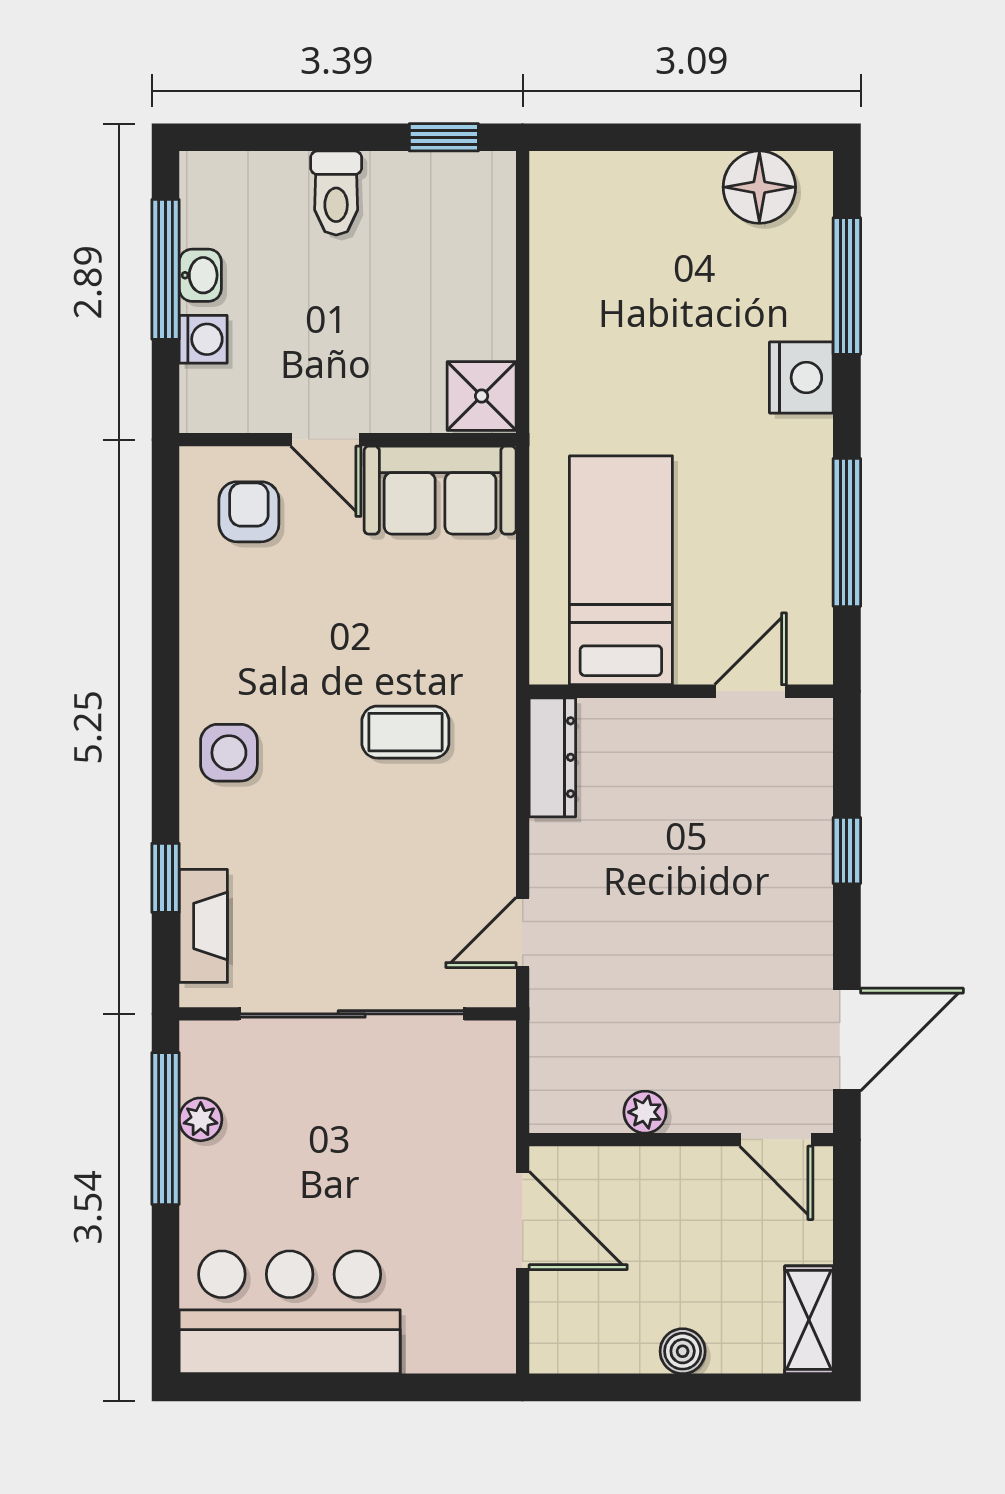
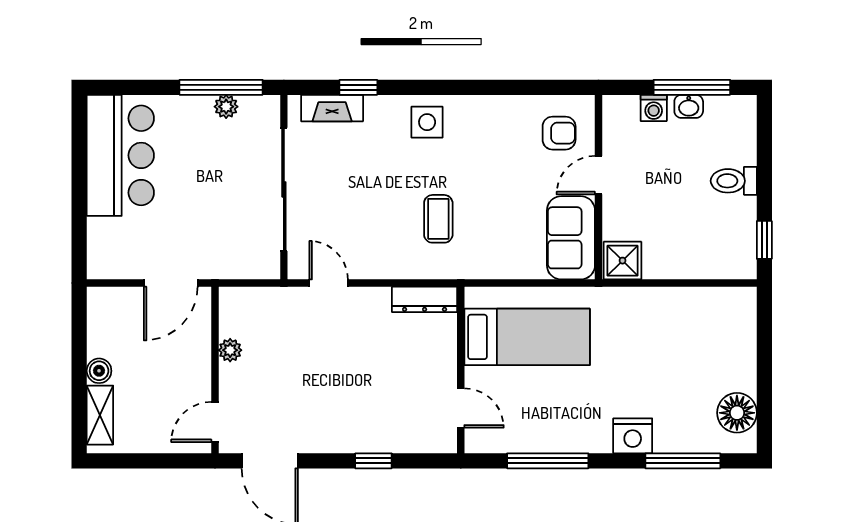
shelving: (809, 1320) -> (100, 415), moved, turned 90

